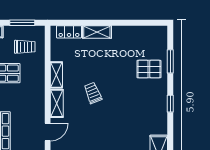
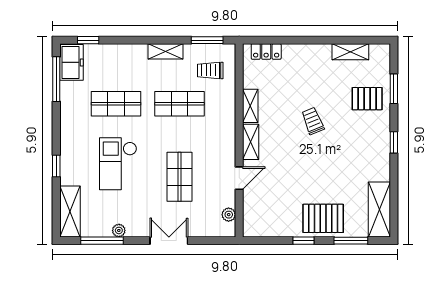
shelving: (97, 32) -> (350, 52), moved
trolley: (25, 47) -> (210, 70), turned 180
trolley: (93, 93) -> (313, 121), moved

